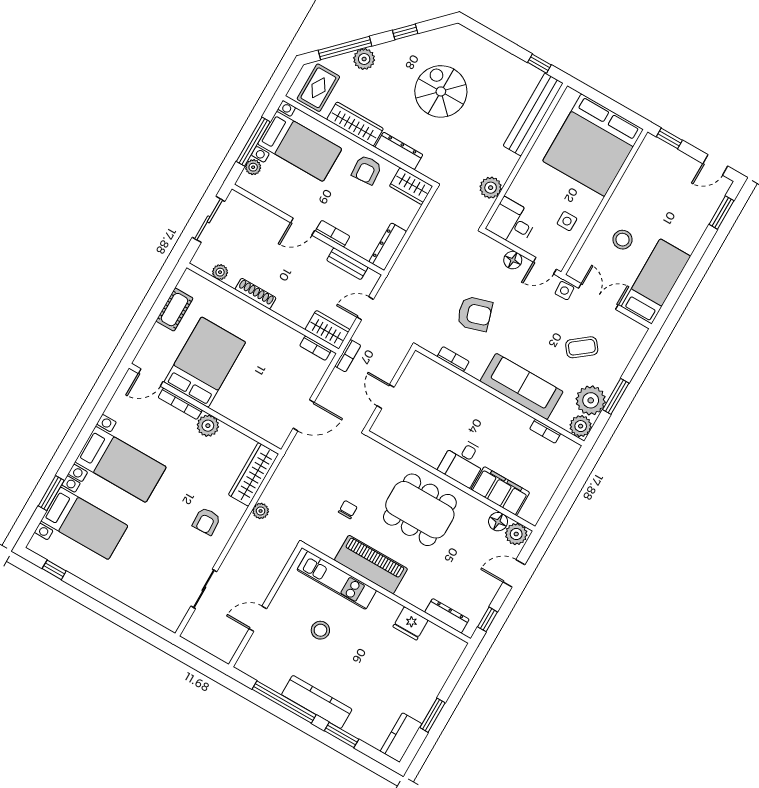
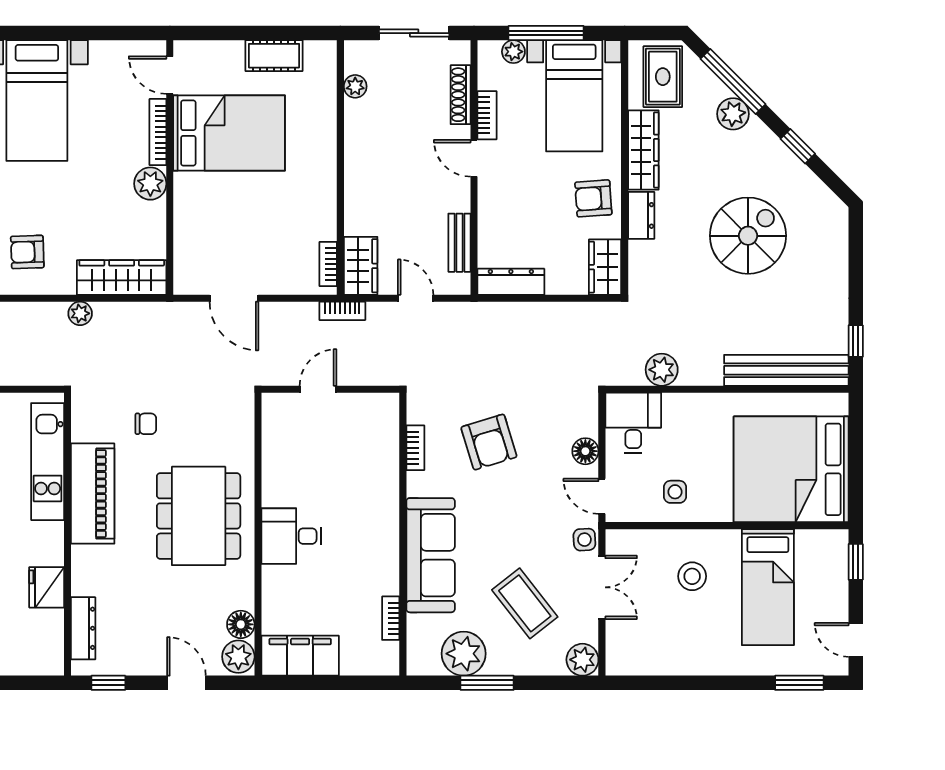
rug: (318, 88) -> (663, 77), turned 90
dresser: (399, 151) -> (641, 215), width x0.70
bookcase: (333, 234) -> (487, 115), moved
bed: (656, 281) -> (768, 587), moved, turned 90
shoe rack: (256, 294) -> (461, 95), moved, turned 180
coffee table: (582, 347) -> (525, 603), width x1.36, depth x1.30
plant: (581, 426) -> (582, 660), moved
filing cabinet: (500, 491) -> (300, 656), moved, turned -90

